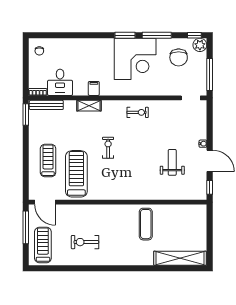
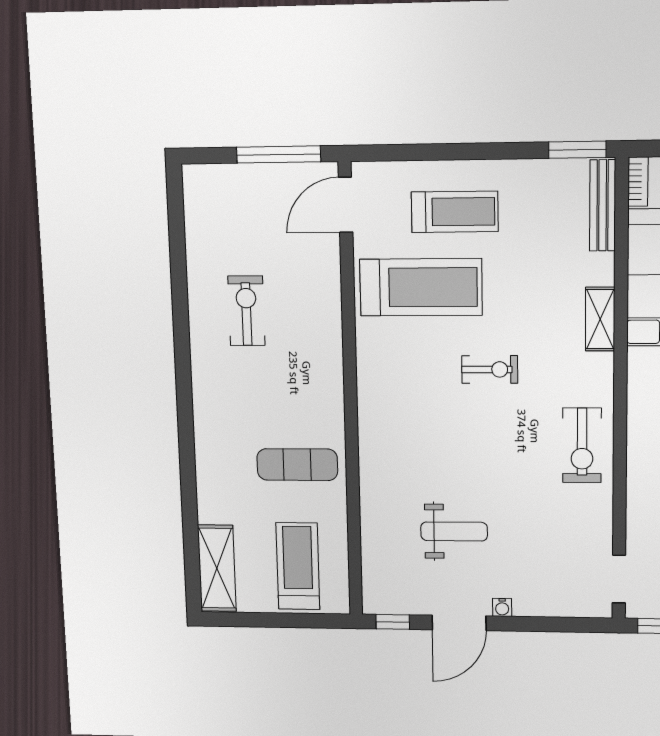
exercise bike: (138, 112) -> (582, 445), width x1.38, depth x1.39
treadmill: (43, 245) -> (298, 566), moved, turned -90
shelving: (180, 258) -> (217, 568), width x0.68

